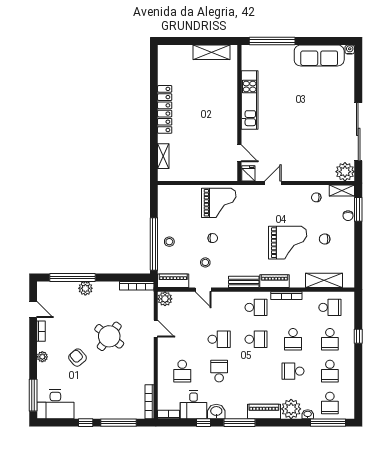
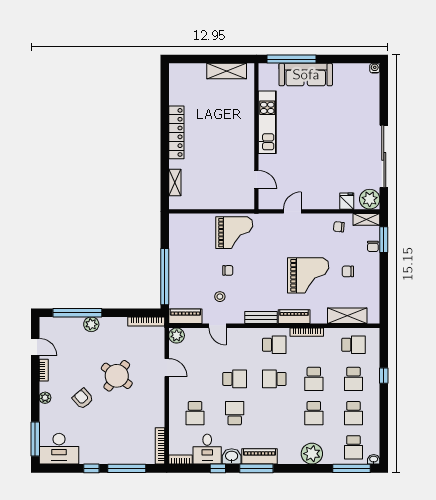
sofa: (319, 55) -> (306, 75), moved
fridge: (248, 173) -> (347, 201), moved
stool: (169, 242) -> (181, 274), removed
school desk: (256, 339) -> (274, 379), turned 180
school desk: (293, 371) -> (314, 413), turned -90
piano: (264, 411) -> (260, 456), moved
washbasin: (308, 414) -> (374, 459), moved

